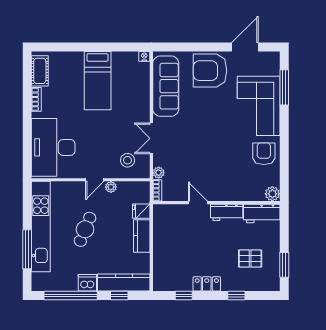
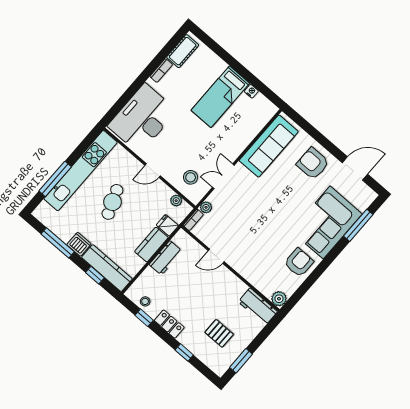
nightstand: (144, 56) -> (251, 91), moved
armchair: (210, 71) -> (313, 163), width x0.73, depth x0.73
plant: (111, 187) -> (176, 201), moved
door: (198, 203) -> (216, 256), swing flipped
workbench: (227, 212) -> (166, 258), moved, turned -90
cafe table: (85, 229) -> (112, 202), turned -43
stool: (174, 283) -> (145, 301), added
window: (71, 296) -> (58, 243), width x0.68

